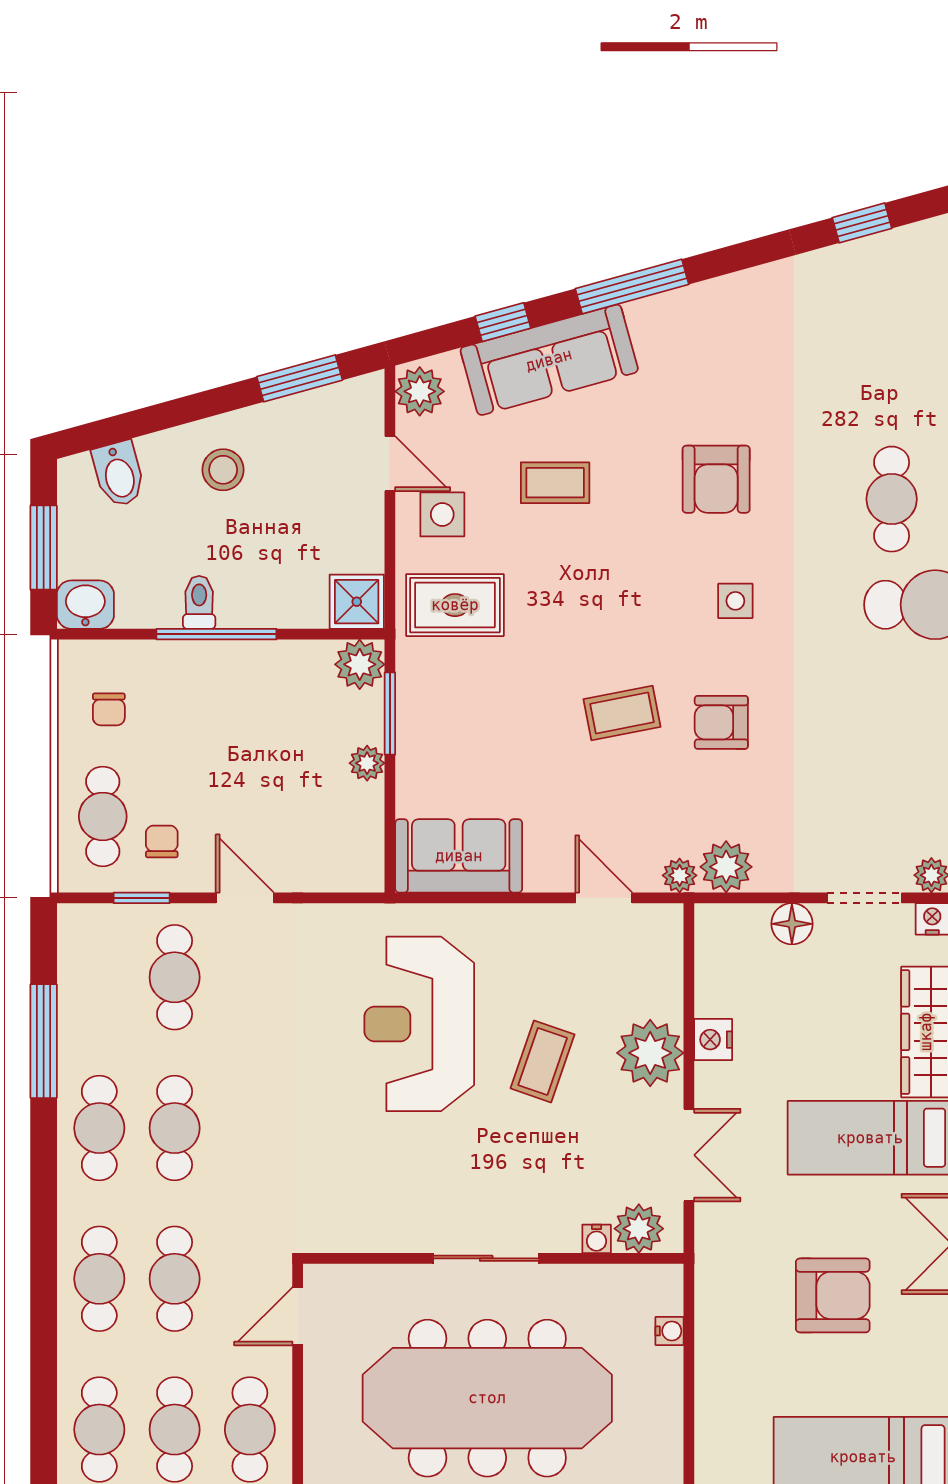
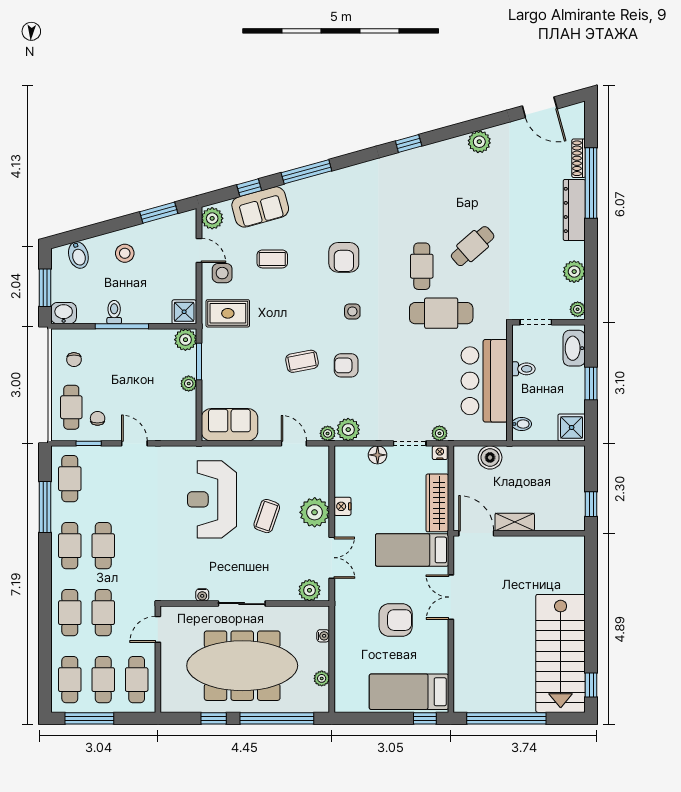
sofa: (549, 360) -> (260, 207), width x0.73
cafe table: (175, 977) -> (70, 479), moved
water cooler: (597, 1239) -> (202, 595), moved
plant: (666, 1427) -> (322, 678), added

